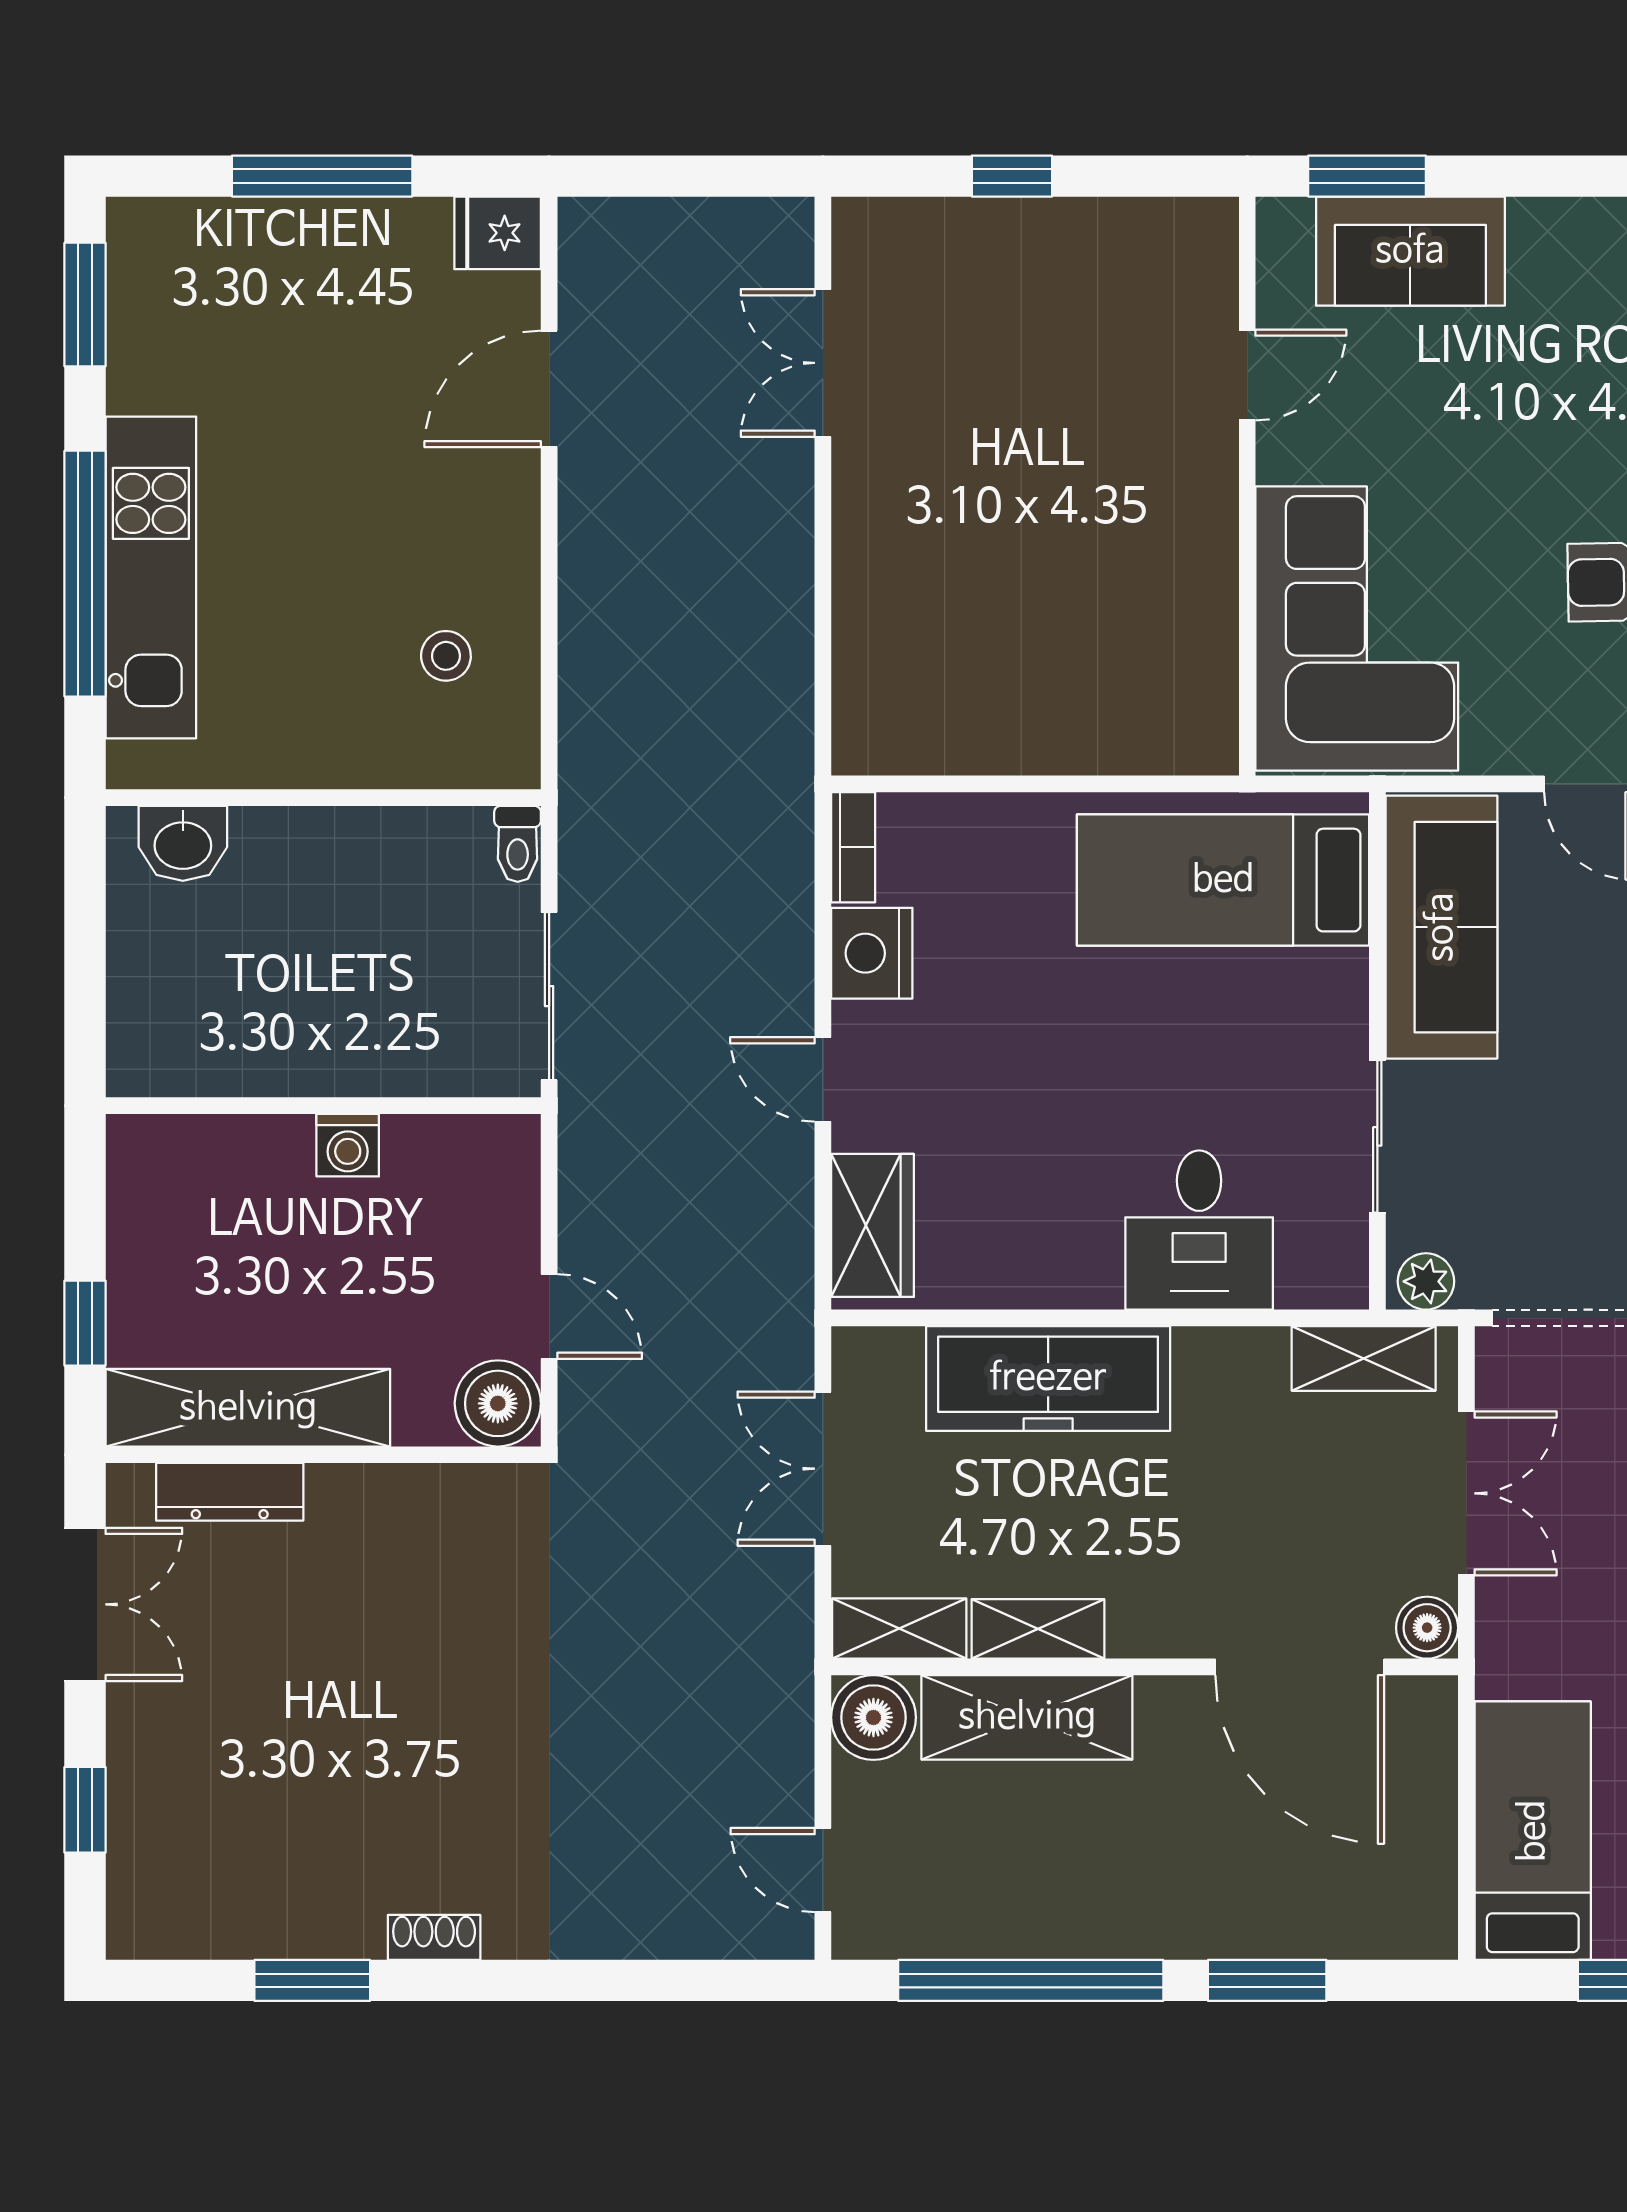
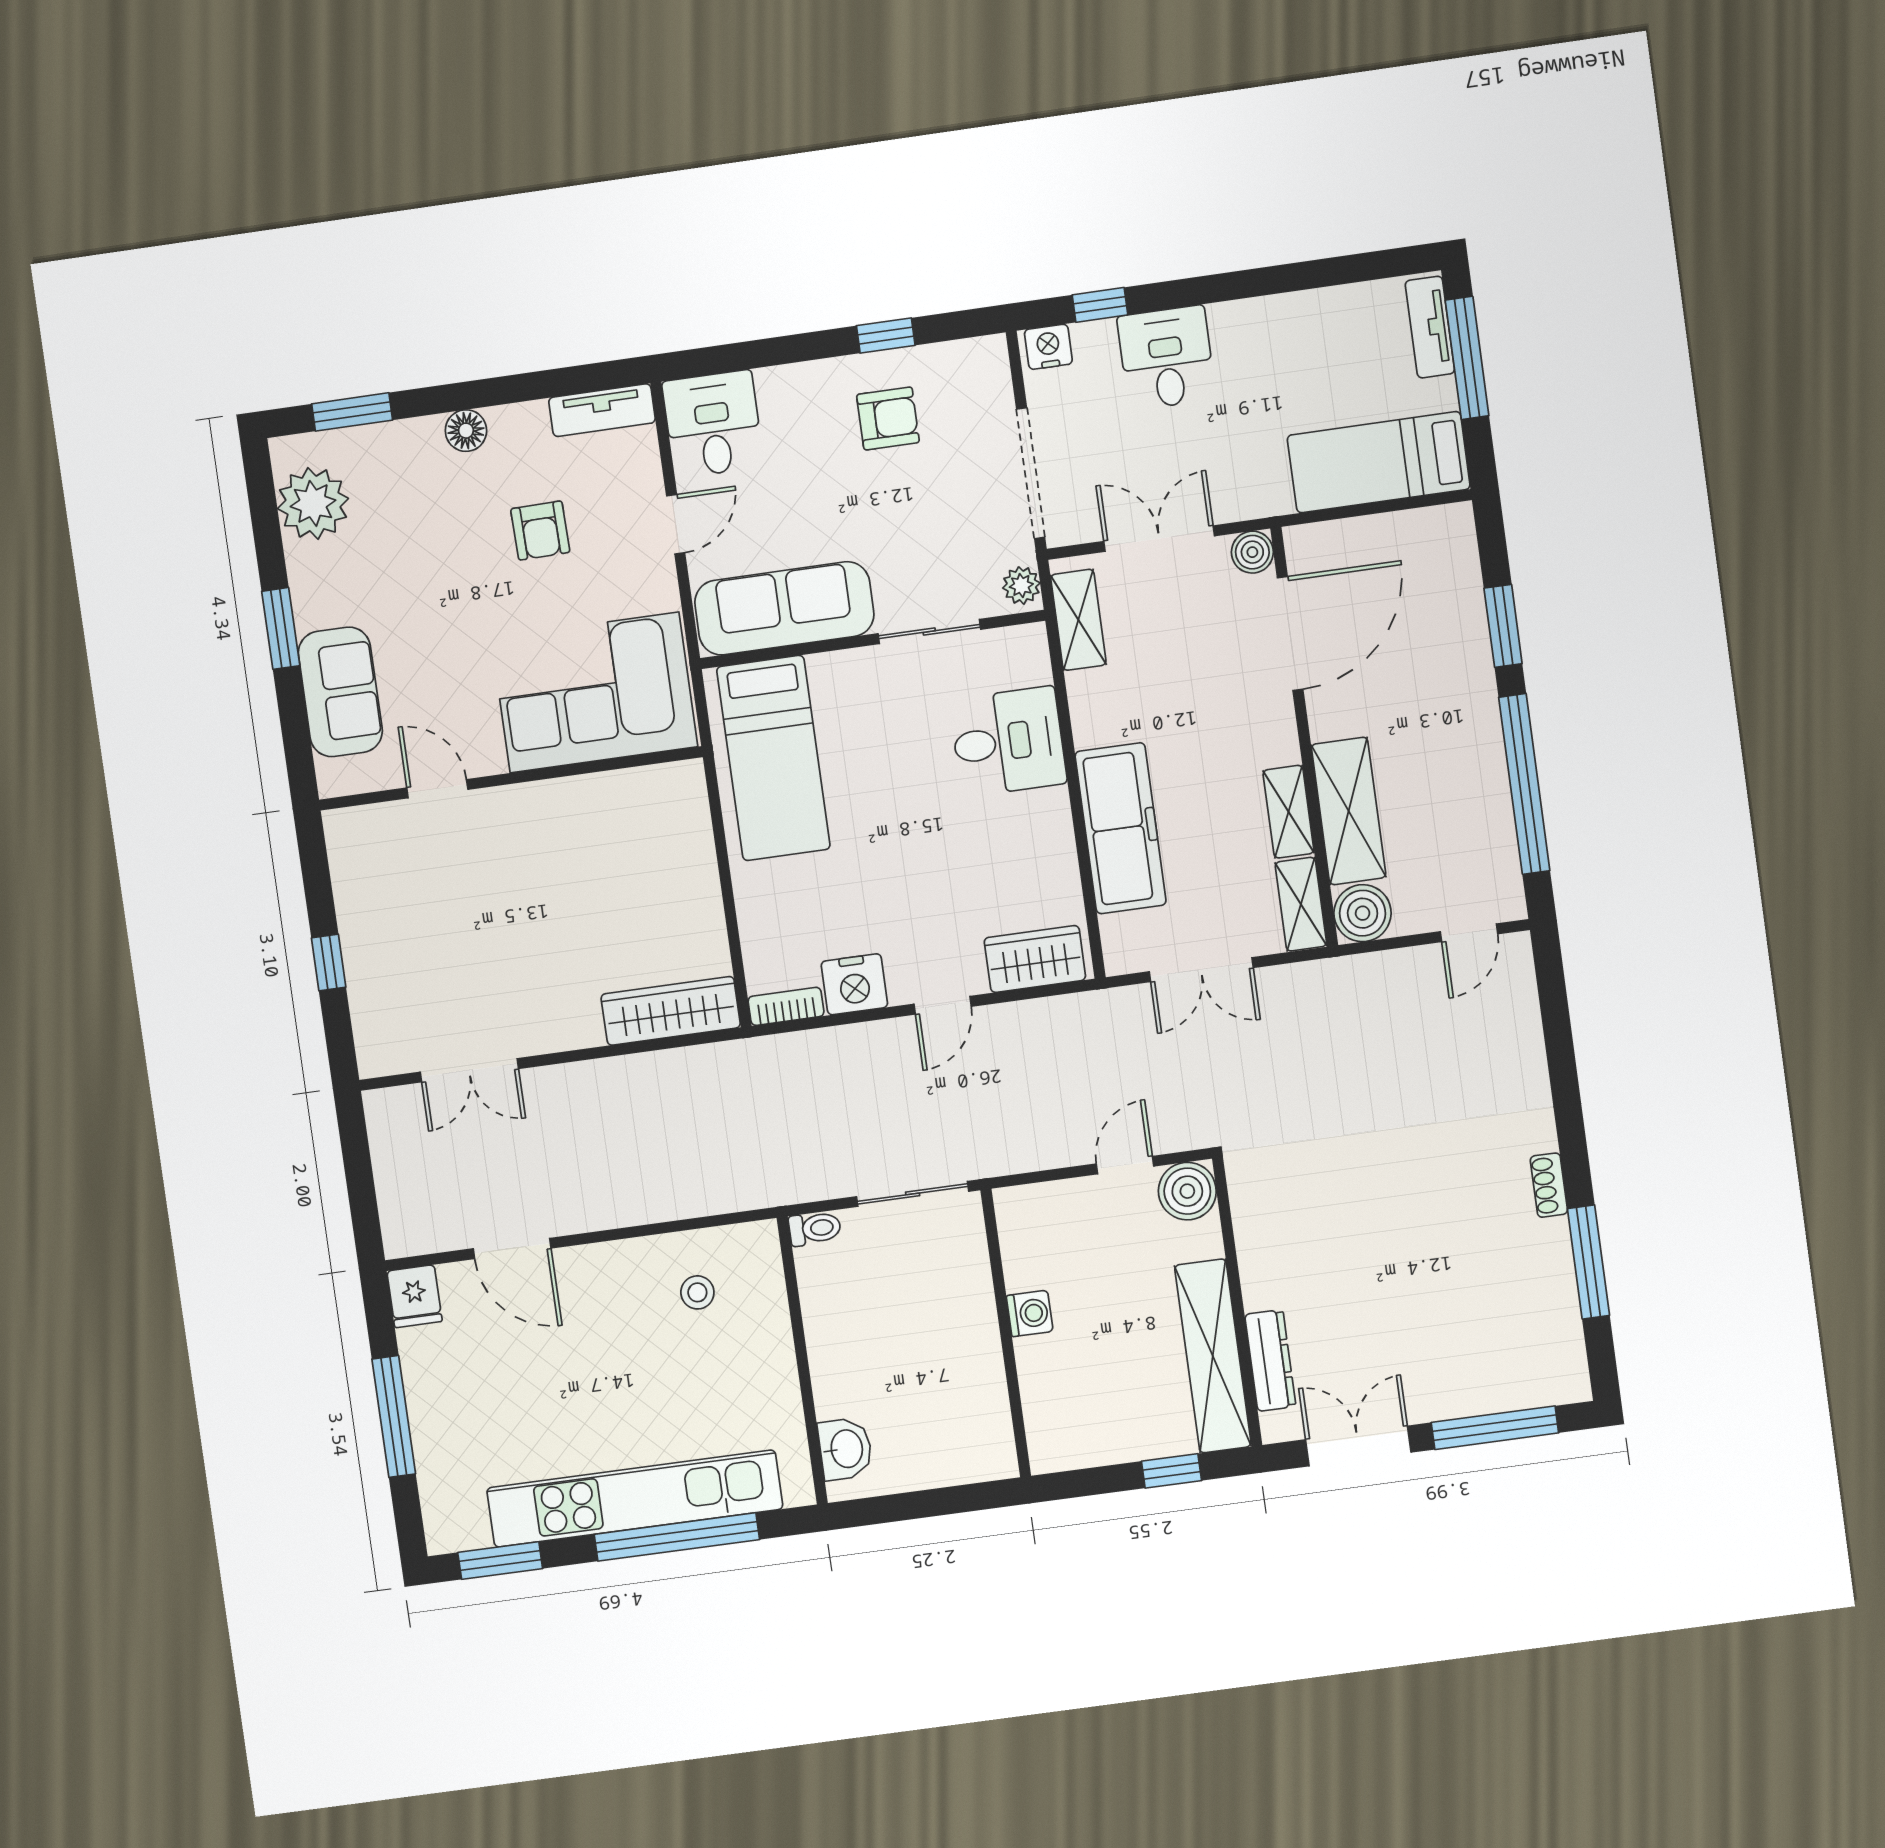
window: (1367, 176) -> (281, 628), moved
kitchen unit: (151, 577) -> (635, 1499), width x1.36
wardrobe: (870, 675) -> (671, 1011), added
window: (85, 1810) -> (1495, 1428), width x2.17
window: (312, 1980) -> (1588, 1262), width x1.44

